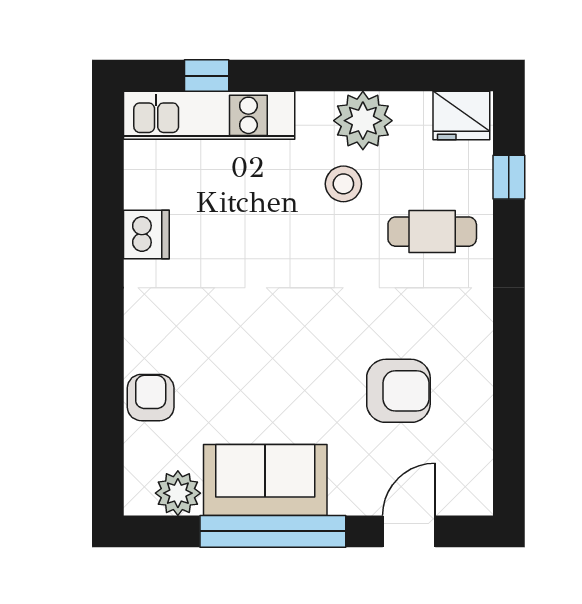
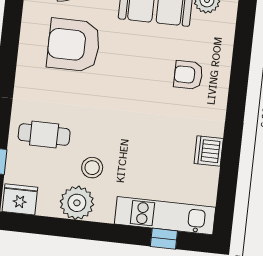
armchair: (398, 391) -> (74, 45), width x1.36, depth x1.36
armchair: (151, 398) -> (188, 75), moved, turned 90

